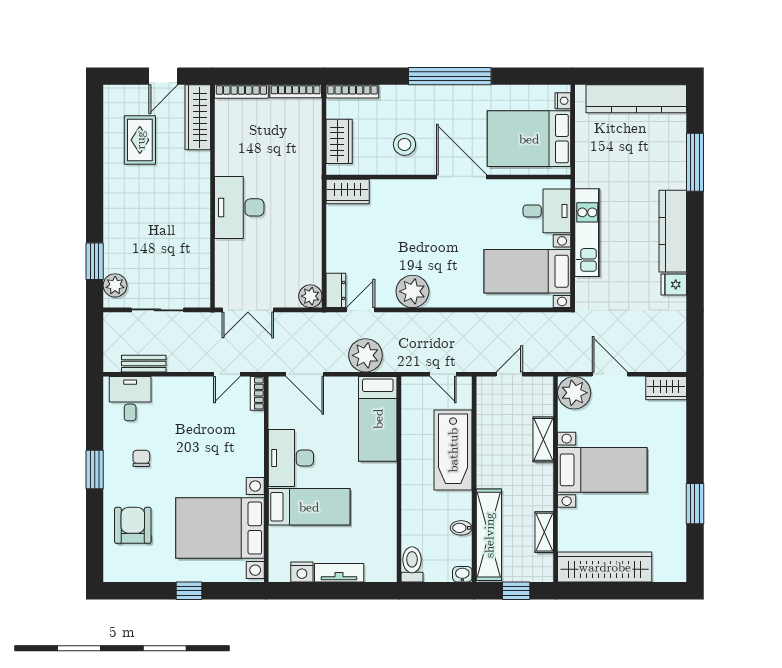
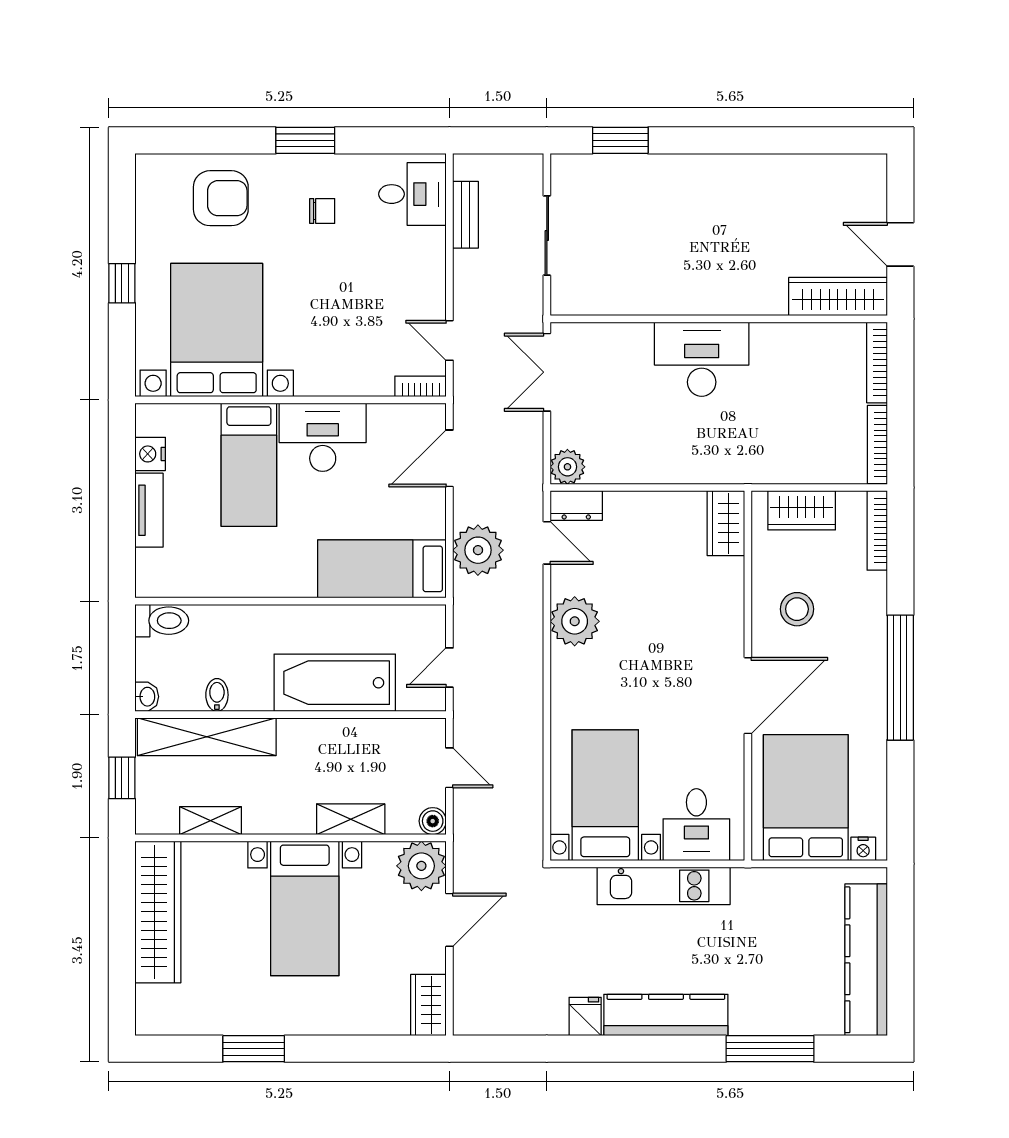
rug: (140, 140) -> (804, 209), removed
plant: (115, 285) -> (584, 171), removed
boiler: (545, 385) -> (433, 821), added

